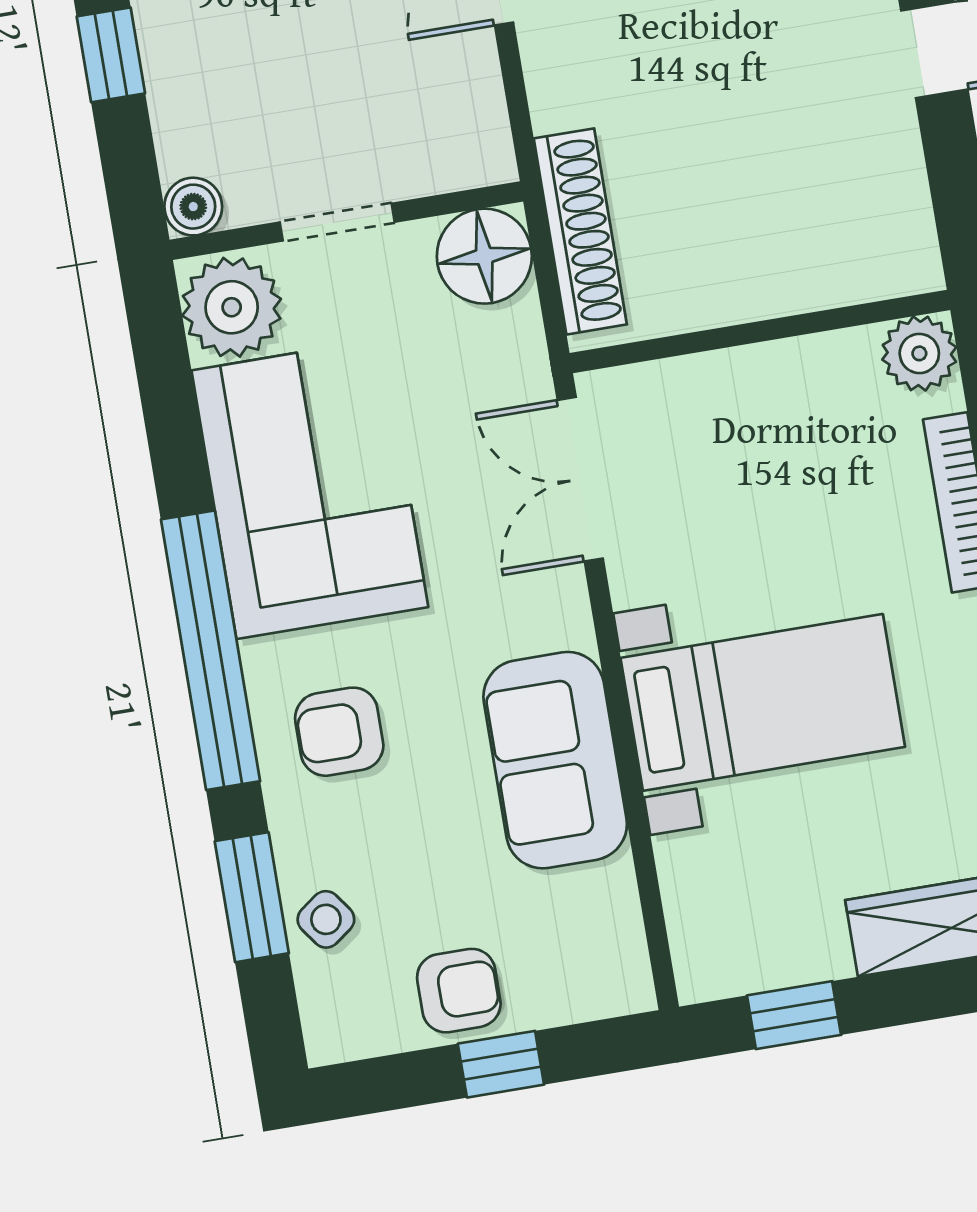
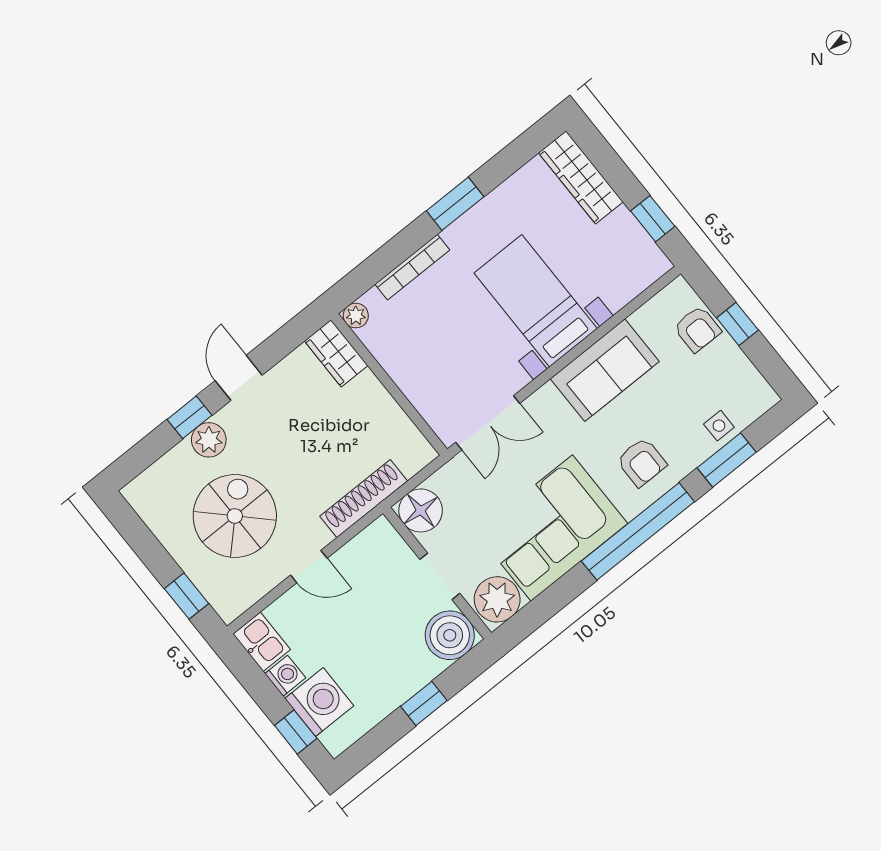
boiler: (193, 207) -> (450, 635), width x1.86, depth x1.86
shoe rack: (580, 231) -> (364, 499), moved
wardrobe: (877, 263) -> (336, 353), added
plant: (919, 353) -> (356, 316), width x0.73, depth x0.73
side table: (326, 919) -> (719, 426), turned 36
armchair: (459, 991) -> (697, 329), moved, turned 180

